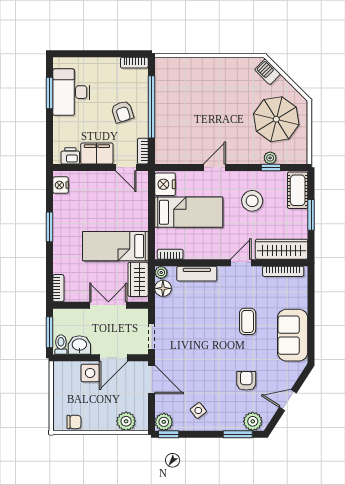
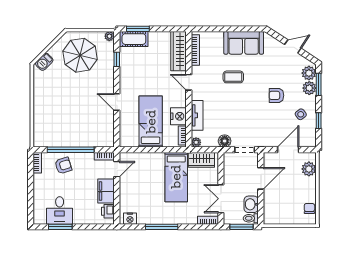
desk: (71, 92) -> (60, 210), width x0.73
armchair: (122, 112) -> (63, 166), moved
plant: (270, 158) -> (109, 36), moved
nightstand: (165, 184) -> (178, 116), moved, turned -90
stool: (252, 201) -> (142, 73), removed
window: (311, 215) -> (138, 29), moved
window: (50, 227) -> (162, 227), width x1.44
floor lamp: (163, 288) -> (225, 141), moved
double door: (108, 305) -> (221, 199), moved
door: (114, 358) -> (261, 178), hinge flipped
side table: (90, 373) -> (272, 196), removed
door: (151, 379) -> (288, 150), moved
armchair: (246, 381) -> (276, 95), moved
door: (288, 400) -> (293, 46), swing flipped
plant: (164, 422) -> (309, 88), moved
window: (169, 434) -> (319, 121), moved

